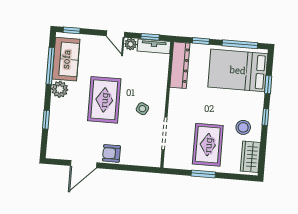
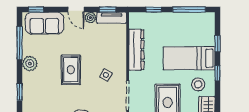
sofa: (66, 59) -> (44, 23), moved, turned 90
dresser: (180, 65) -> (136, 50), moved
bed: (238, 70) -> (189, 58), moved, width x0.67
rug: (104, 100) -> (71, 70), width x0.73, depth x0.70

